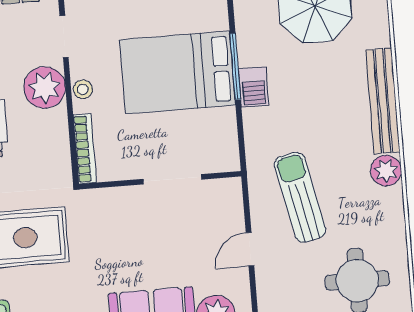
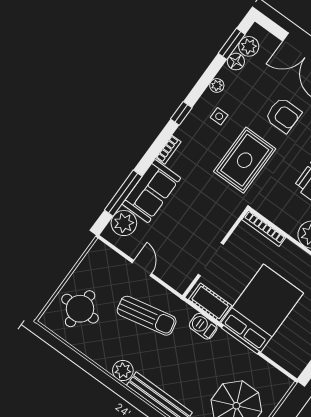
barbecue: (254, 87) -> (203, 326), moved
stool: (83, 89) -> (294, 253), removed
cot: (222, 137) -> (210, 303), added

